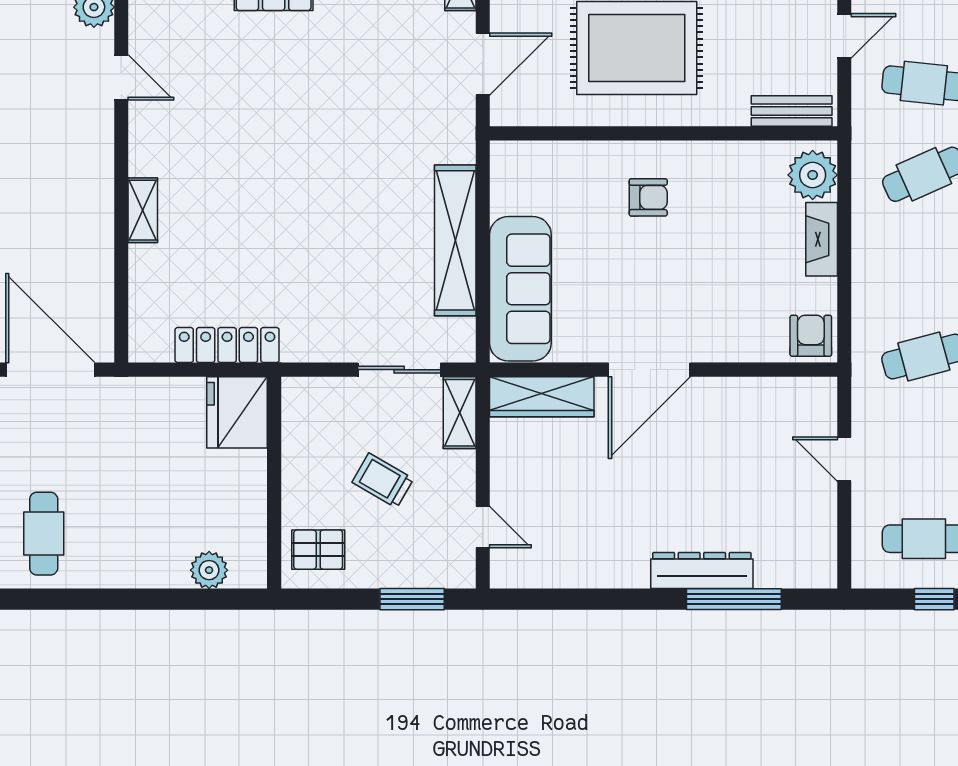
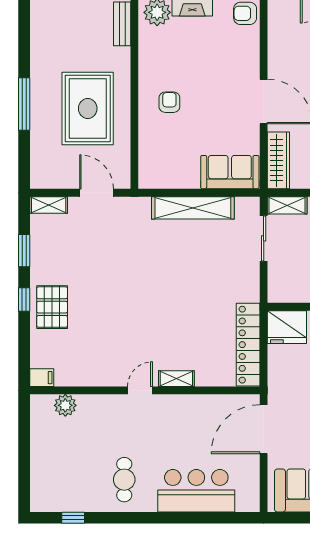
door: (121, 77) -> (140, 390), moved
sofa: (520, 289) -> (230, 172), width x0.73
locker: (227, 345) -> (248, 345), width x1.41, depth x1.21

